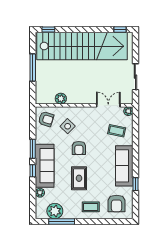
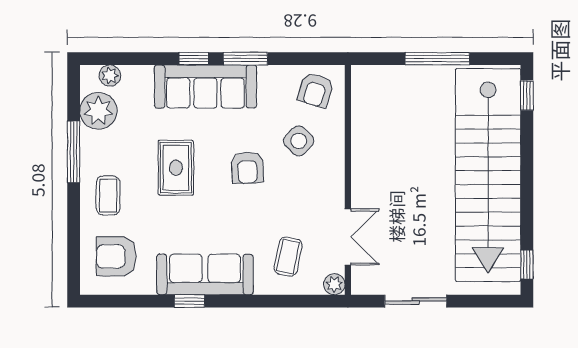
plant: (61, 99) -> (364, 125), removed
armchair: (79, 148) -> (247, 168), turned -93
rug: (79, 178) -> (176, 168), turned 90
window: (135, 184) -> (189, 301), moved
plant: (40, 193) -> (110, 76), moved
window: (62, 222) -> (74, 152), moved

